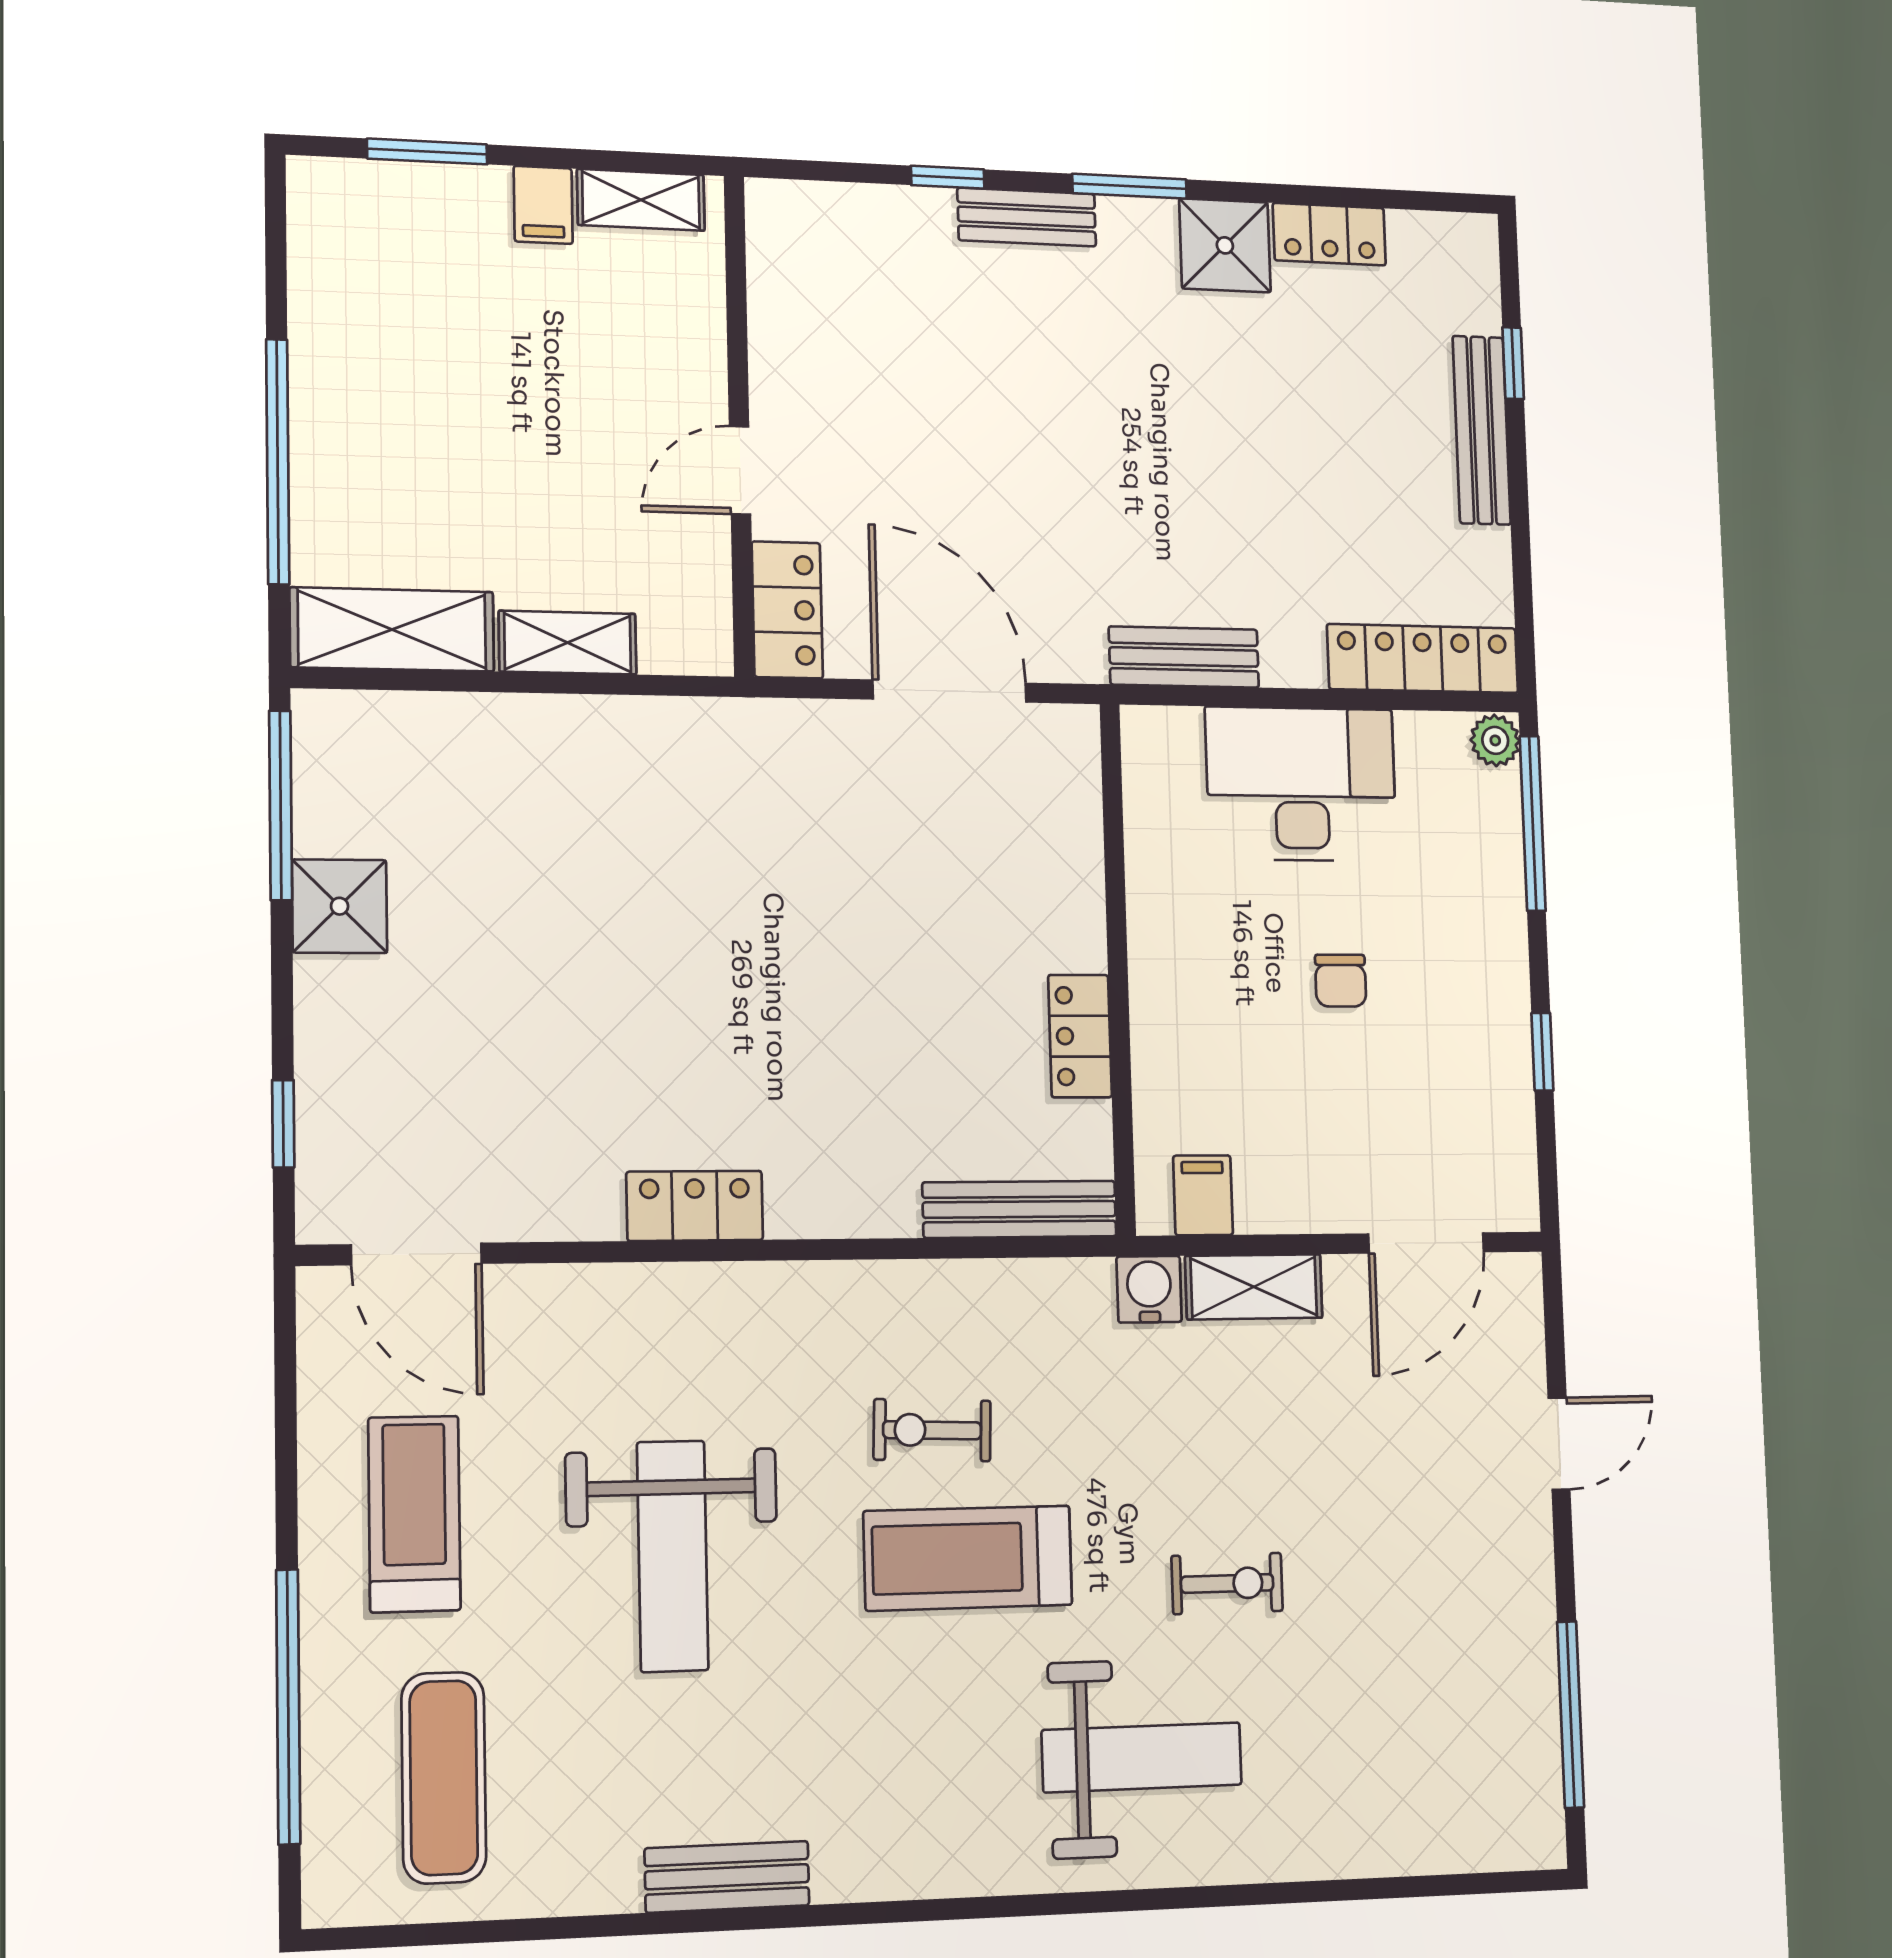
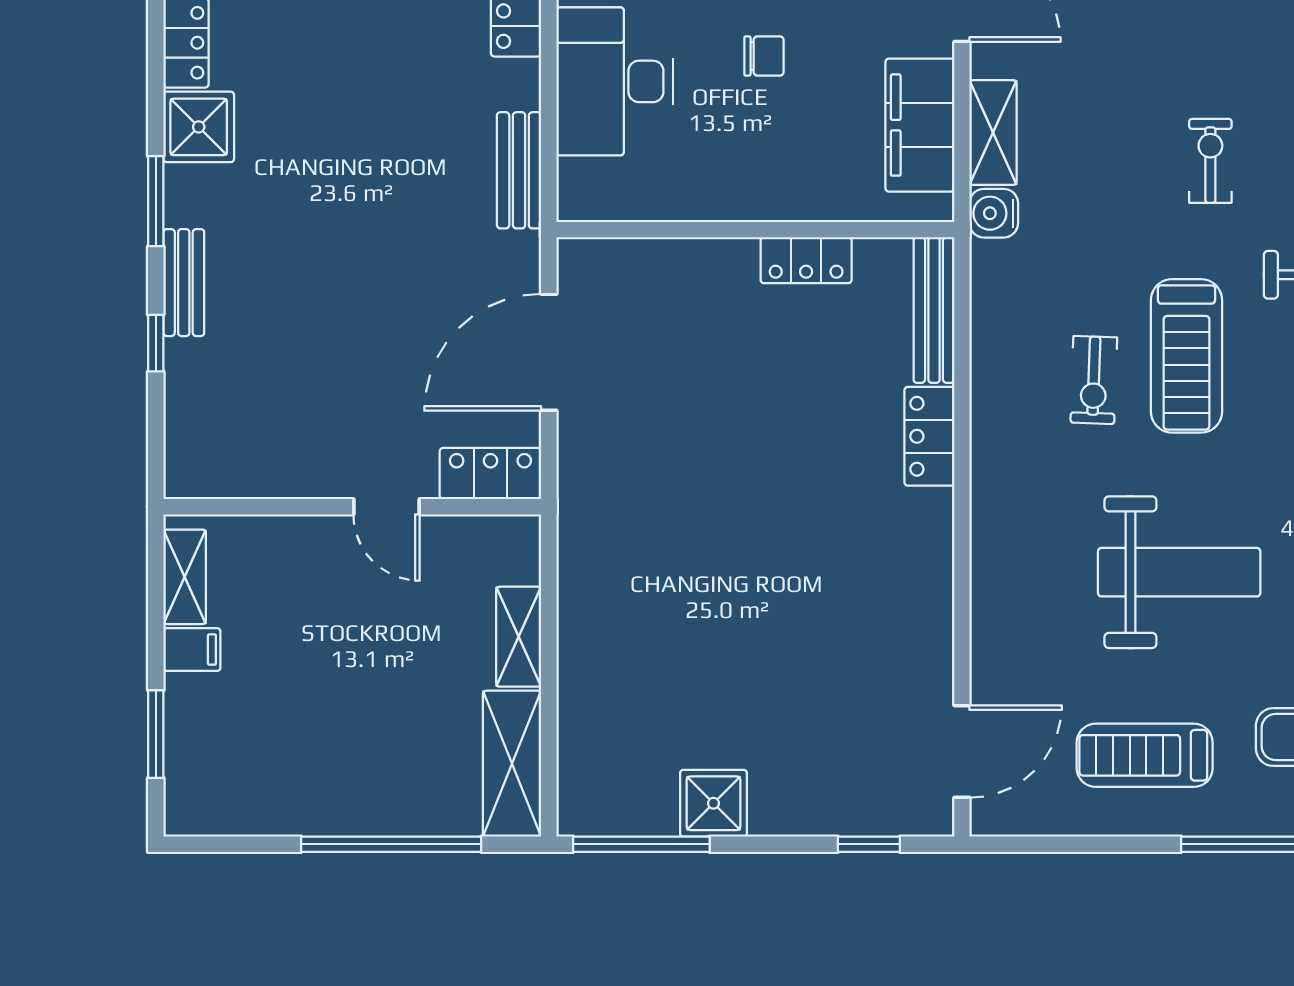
filing cabinet: (1203, 1195) -> (920, 125), width x3.00, depth x1.17
locker: (695, 1206) -> (929, 436), moved

